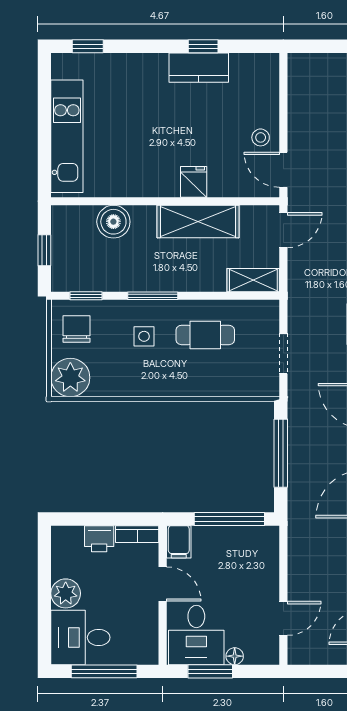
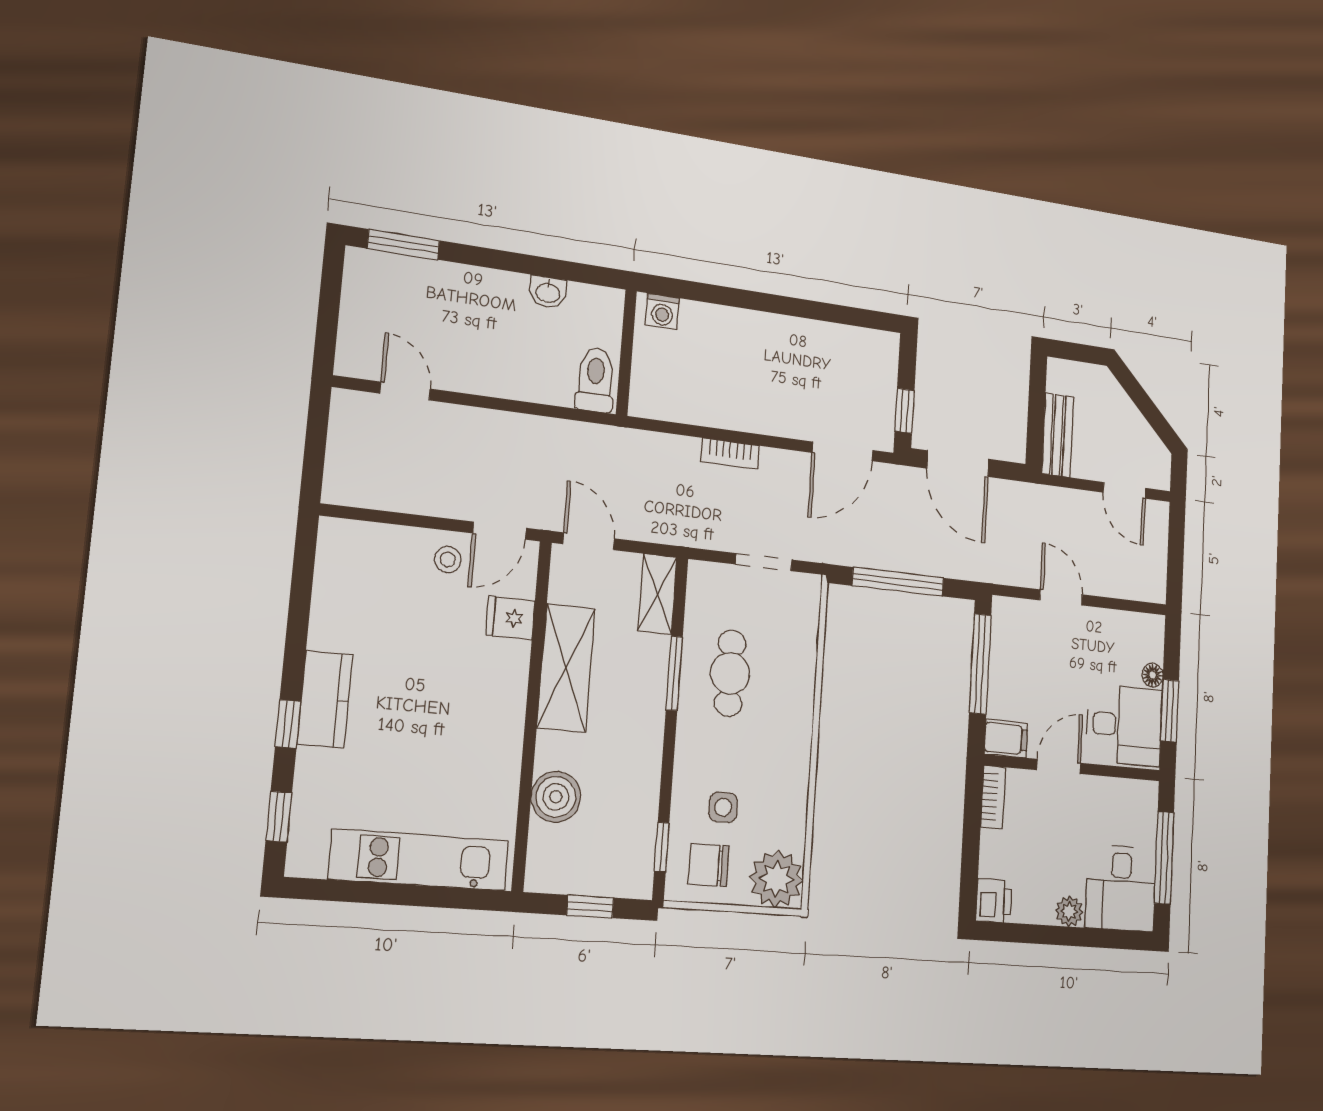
window: (203, 46) -> (288, 724), moved
kitchen counter: (199, 68) -> (325, 699), moved
fridge: (194, 182) -> (510, 618), moved
window: (153, 296) -> (674, 673), moved
side table: (144, 336) -> (723, 807), moved
printer: (99, 539) -> (994, 901), moved
plant: (66, 593) -> (1069, 911), width x0.73, depth x0.73
door: (283, 618) -> (1061, 597), moved

